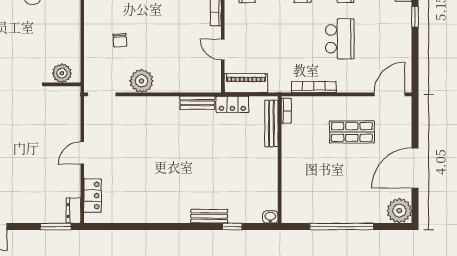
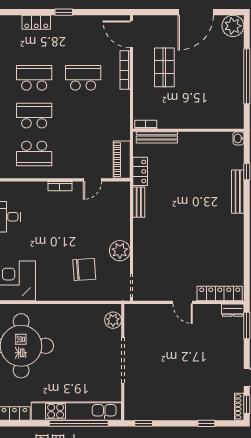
chair: (120, 40) -> (84, 269), width x1.87, depth x1.87
bookcase: (314, 87) -> (125, 70), moved
door: (415, 168) -> (196, 12), hinge flipped
locker: (92, 196) -> (220, 293), width x1.53
bench: (209, 216) -> (238, 192), width x1.36

